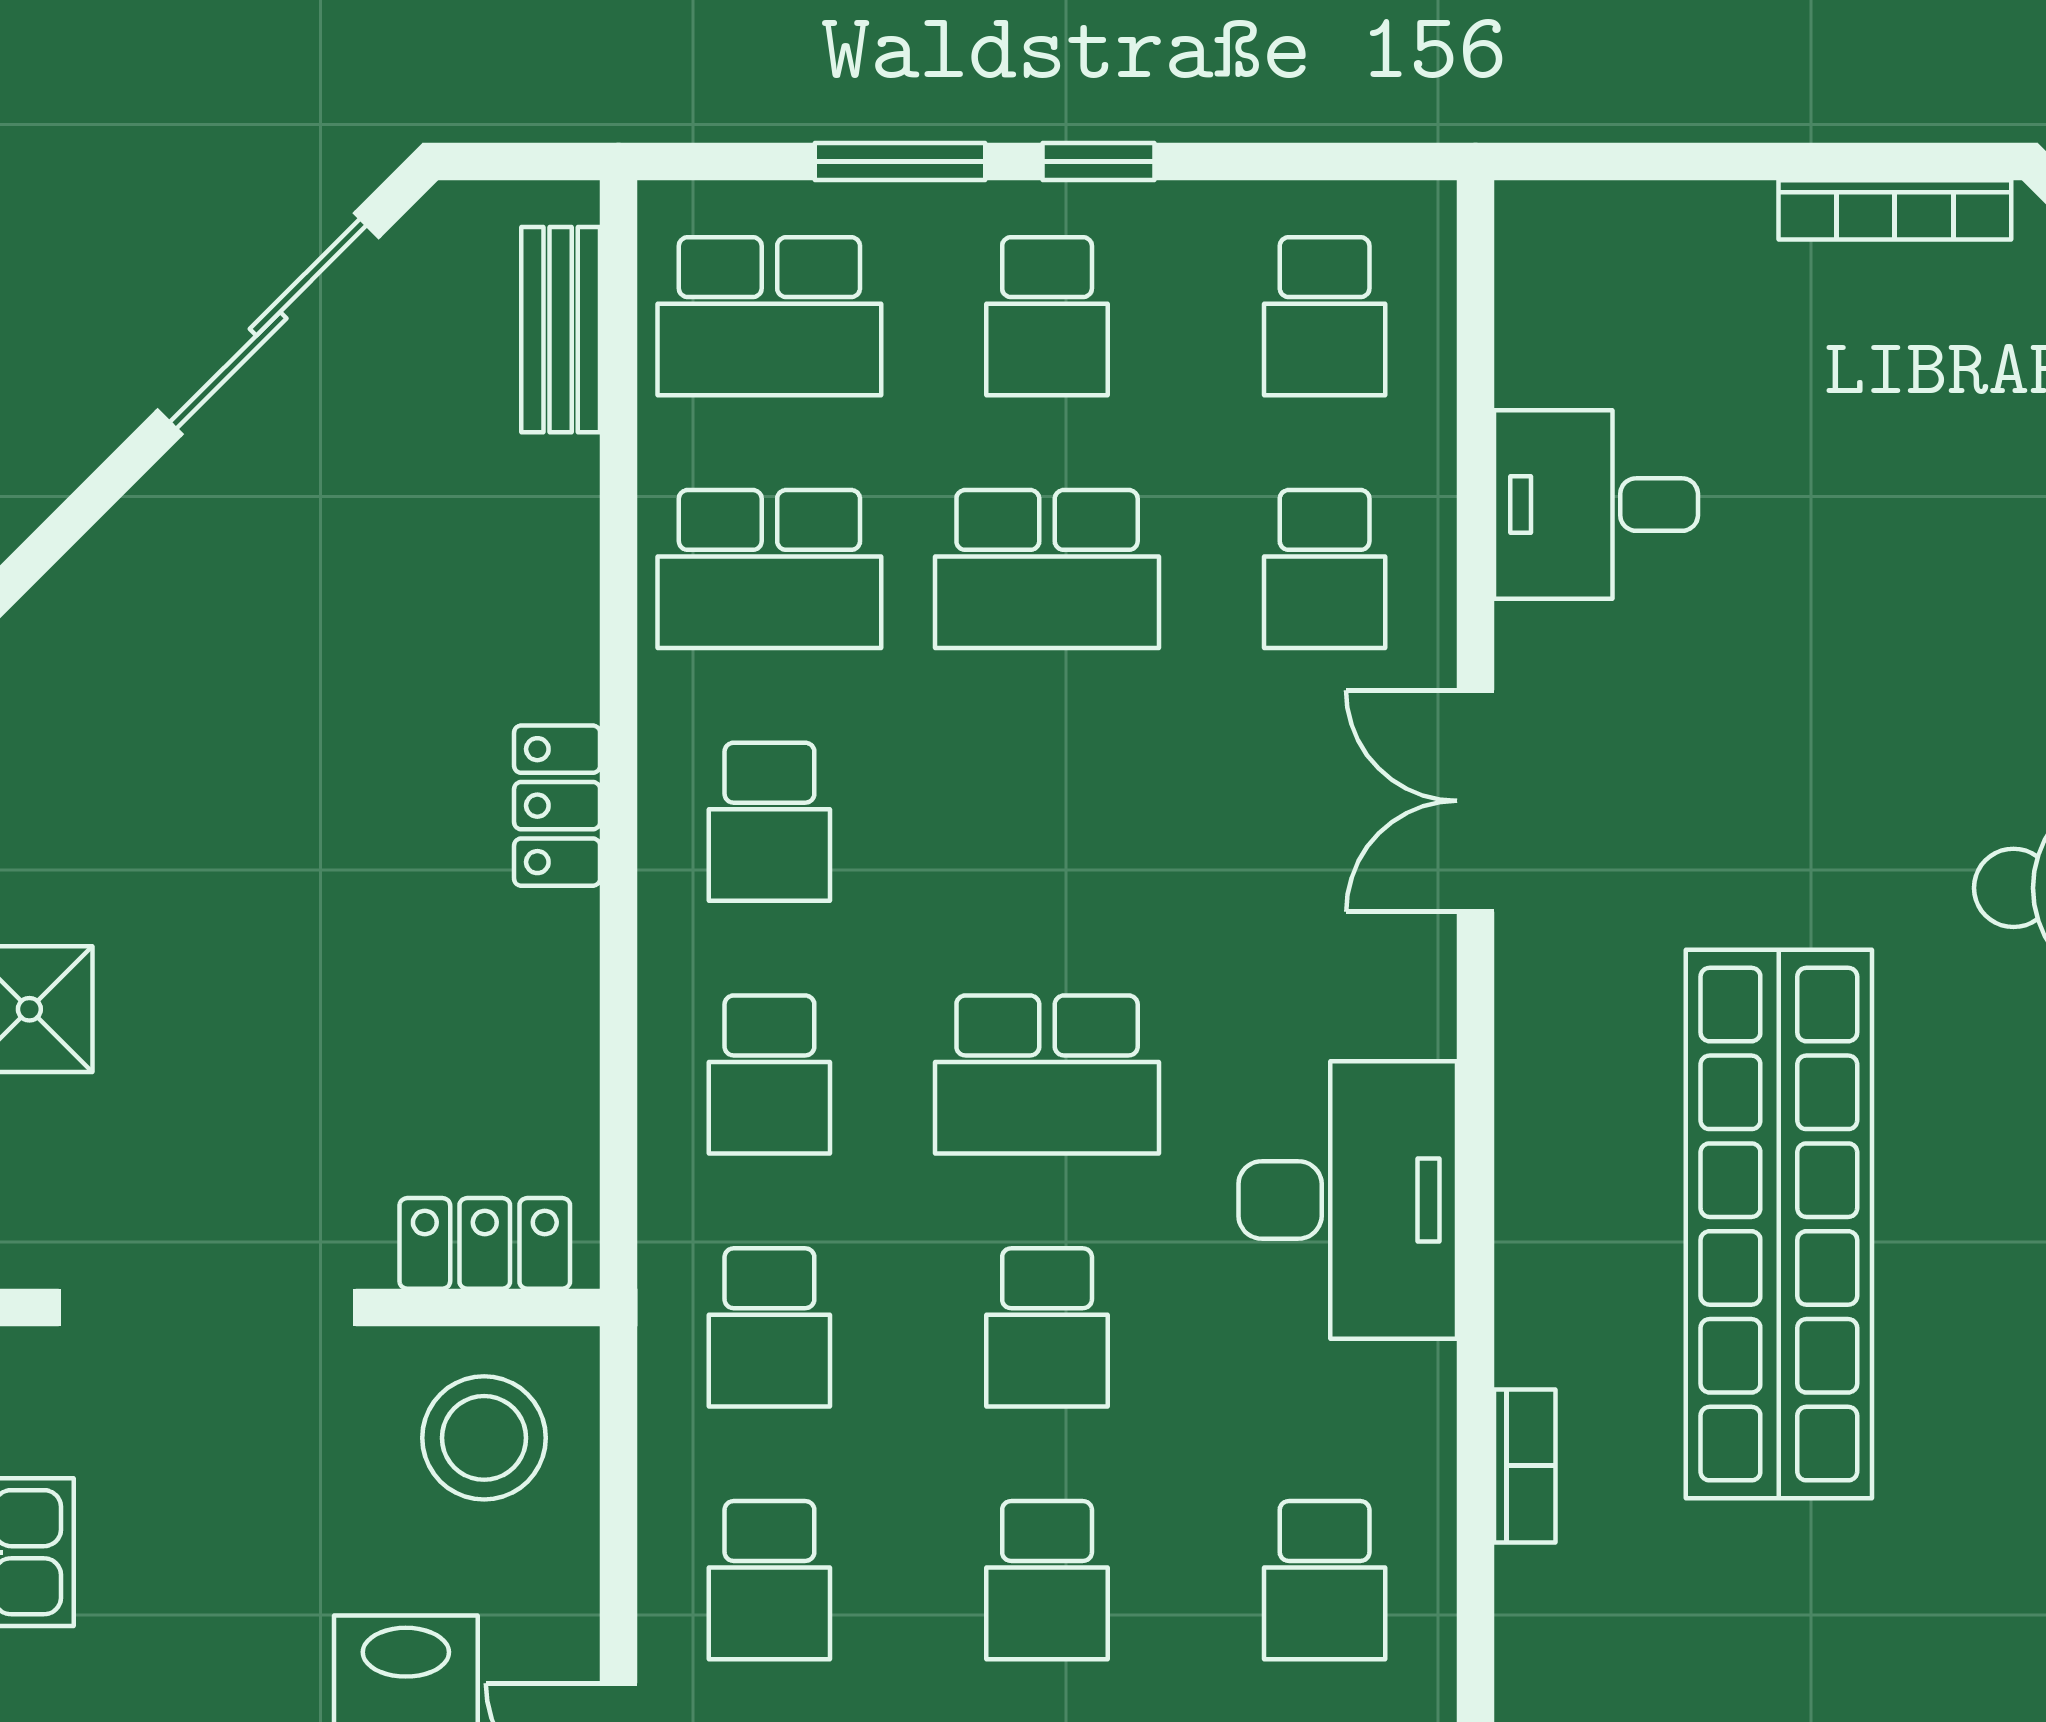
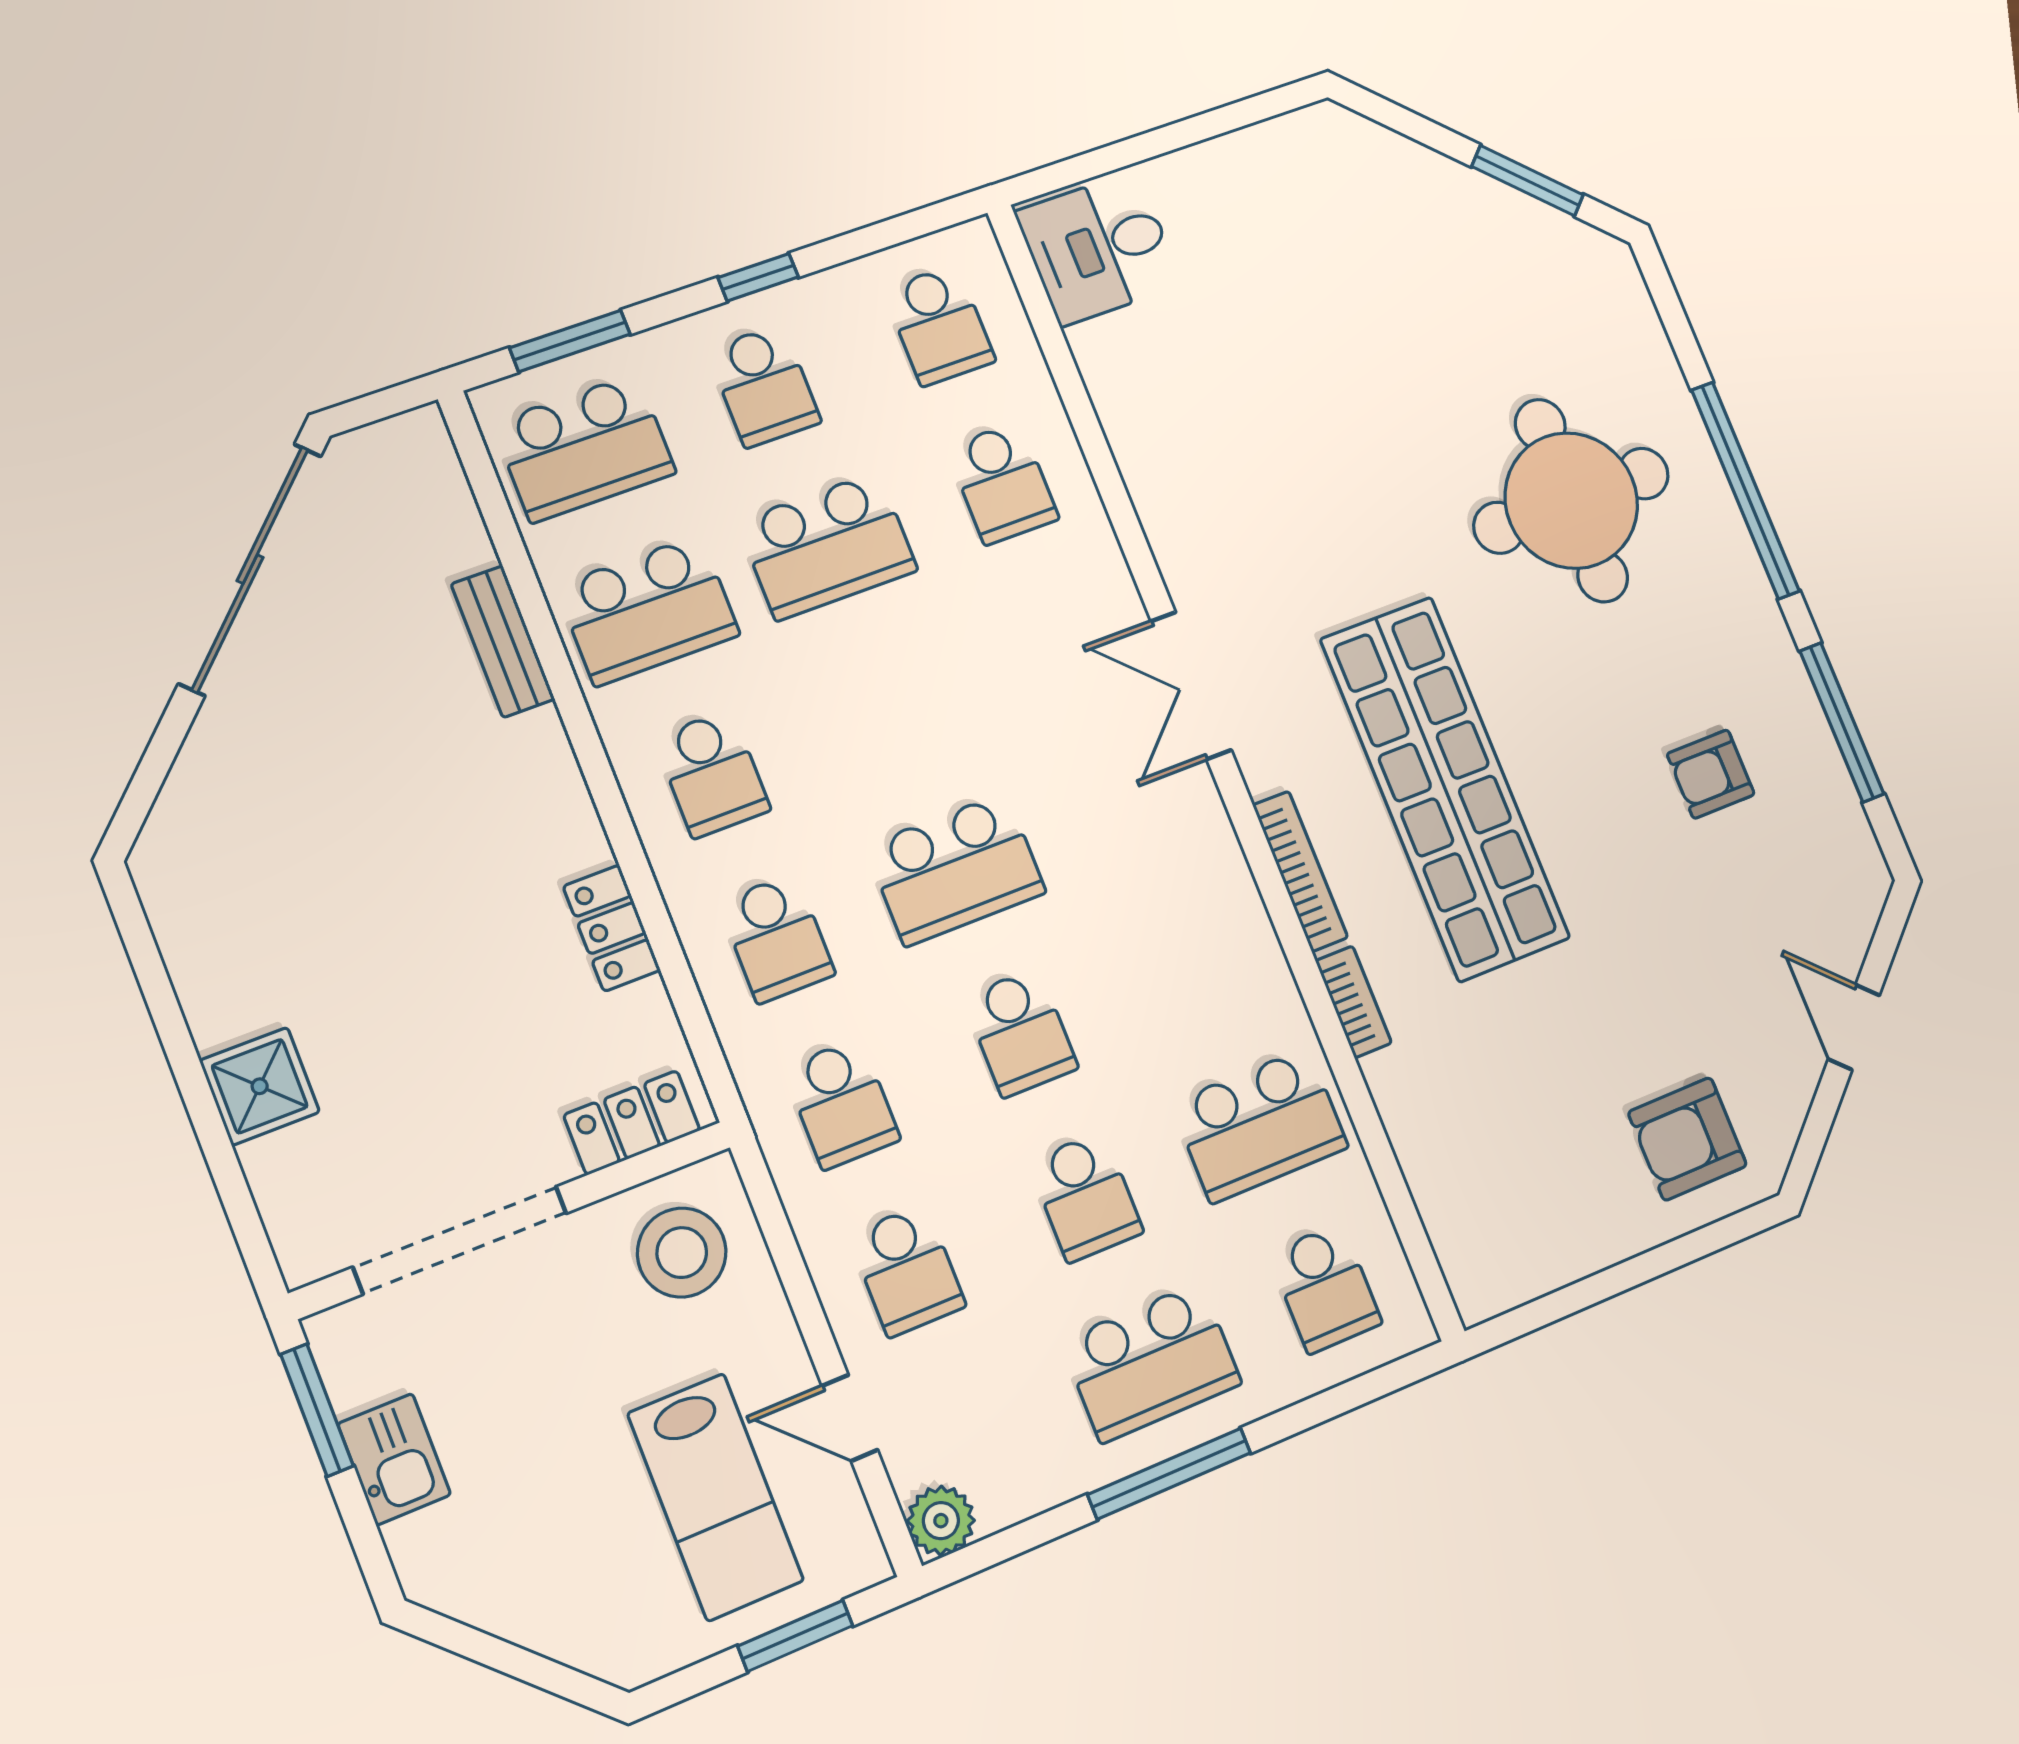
window: (900, 162) -> (570, 341), moved
bookcase: (1895, 210) -> (1300, 871), moved, turned -90
sliding door: (268, 324) -> (250, 569), width x1.36
bench: (561, 330) -> (503, 641), moved
desk: (1596, 505) -> (1099, 248), moved
double door: (1476, 801) -> (1191, 686), moved
locker: (557, 806) -> (612, 928), moved
desk: (1348, 1200) -> (1177, 876), removed
school desk: (1325, 1580) -> (1260, 1125), width x1.85

